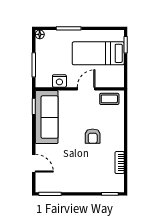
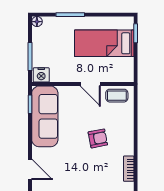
nightstand: (59, 81) -> (41, 75), moved
door: (86, 89) -> (90, 84), swing flipped
armchair: (93, 136) -> (98, 138), turned -101

